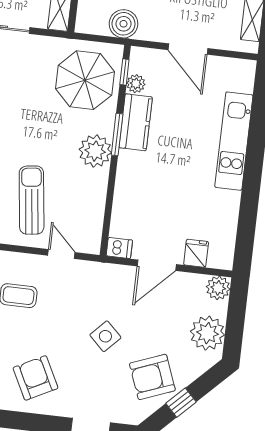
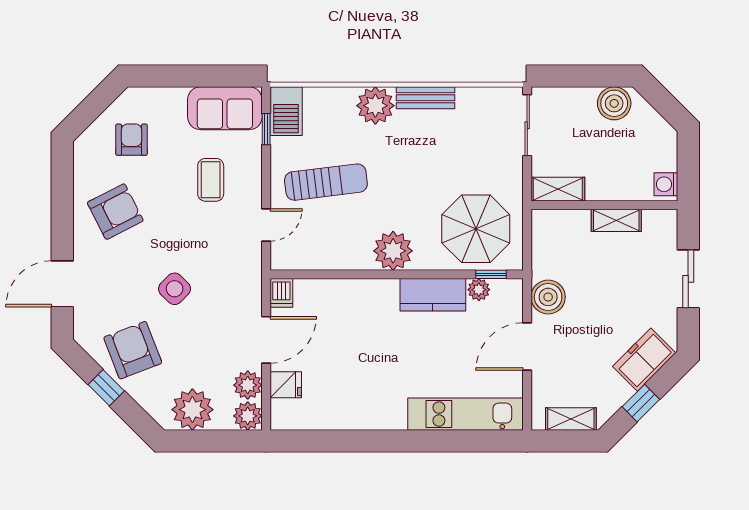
boiler: (123, 24) -> (548, 297), moved
window: (117, 134) -> (416, 274), removed
kitchen unit: (234, 141) -> (465, 414), moved
door: (157, 265) -> (266, 340), swing flipped
plant: (193, 285) -> (248, 385), added

